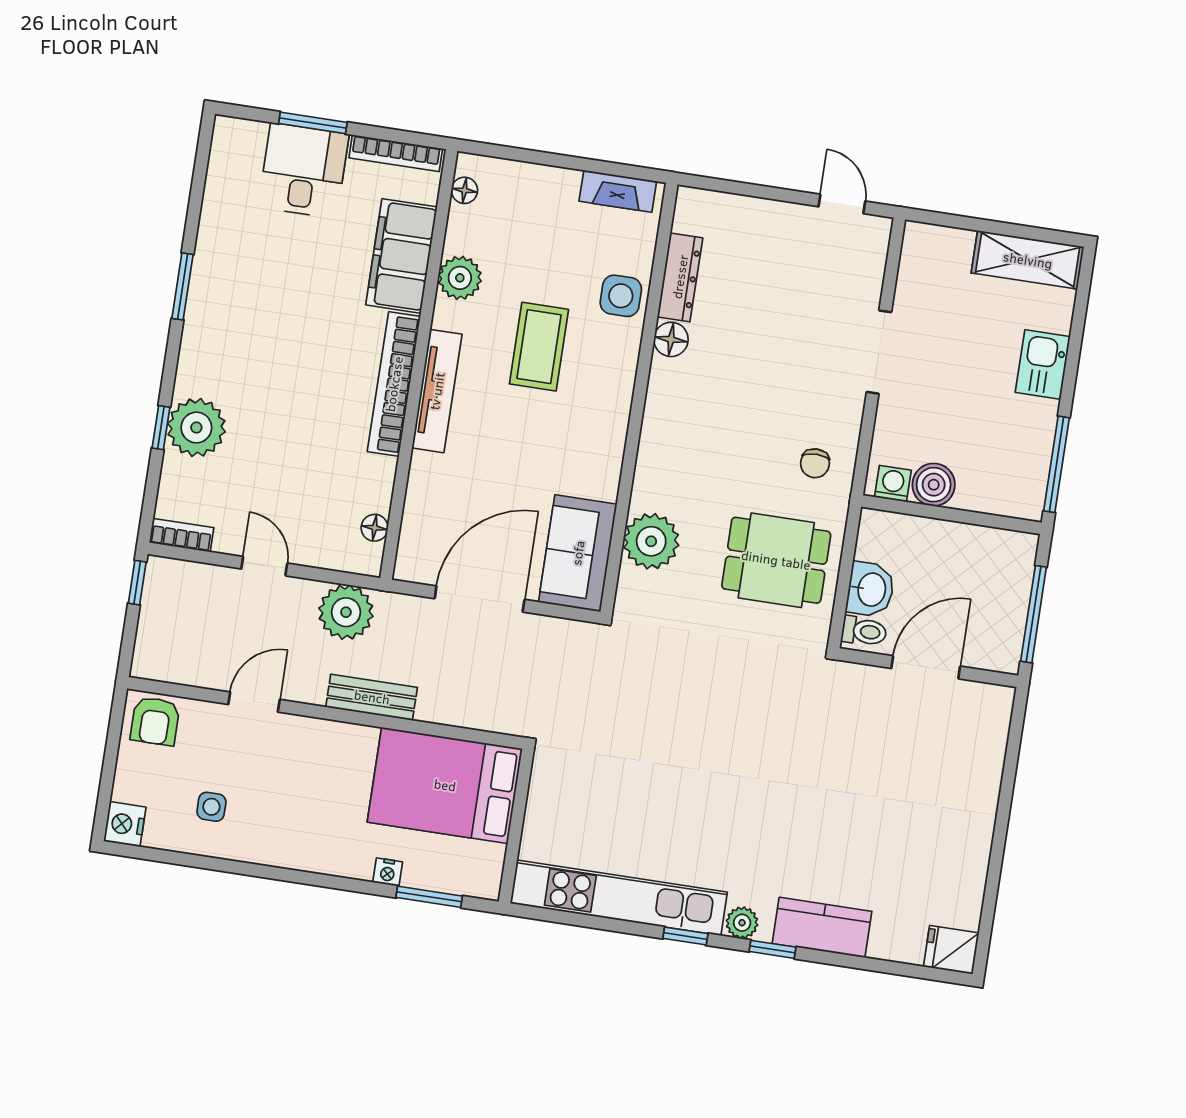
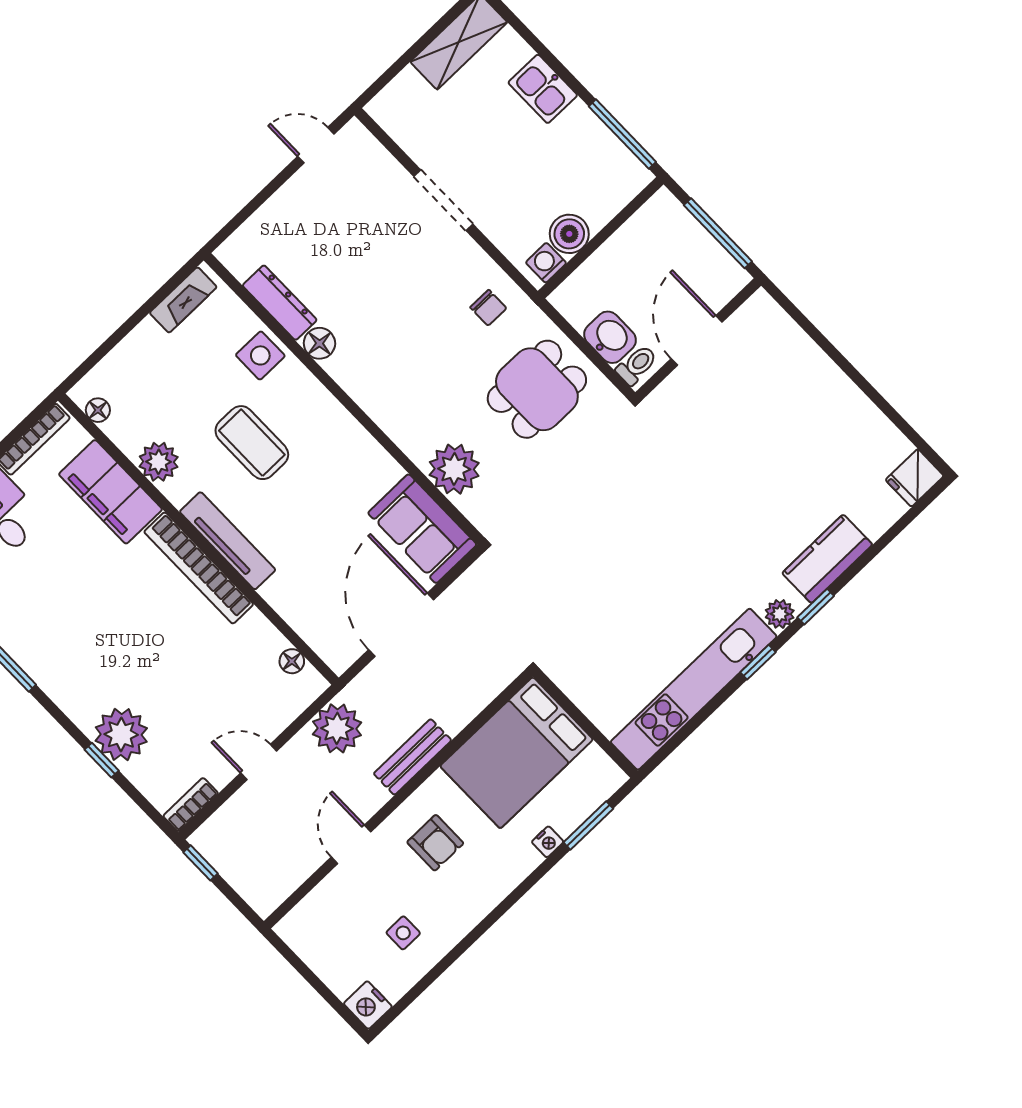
armchair: (155, 721) -> (435, 843), moved

